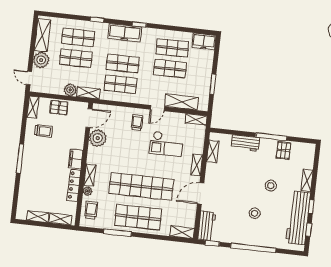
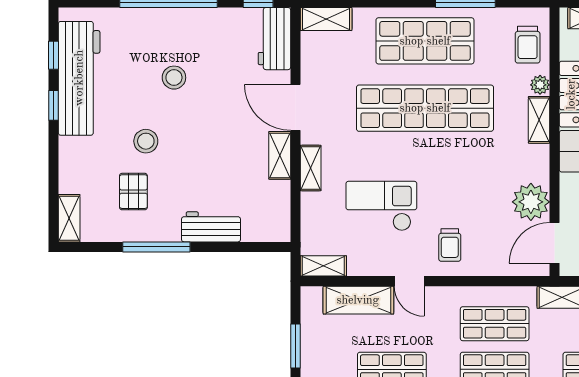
door: (157, 108) -> (409, 281), swing flipped
pallet: (283, 150) -> (133, 192), moved
shelving: (213, 151) -> (280, 155), moved
shelving: (307, 180) -> (69, 218), moved
door: (201, 193) -> (295, 107), swing flipped

